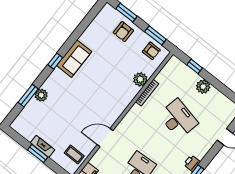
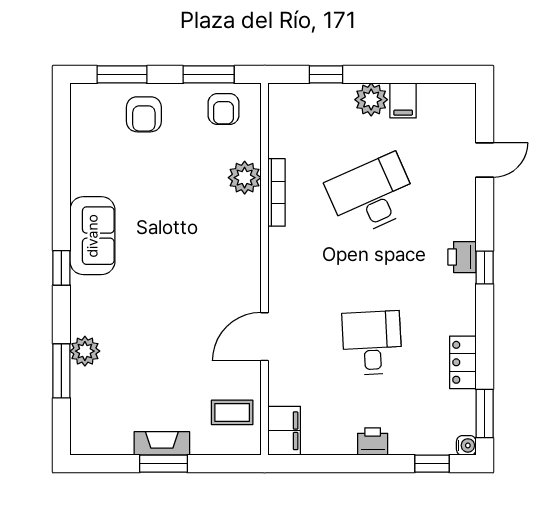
armchair: (151, 51) -> (223, 109), turned 90
filing cabinet: (214, 95) -> (403, 100), added
desk: (178, 119) -> (372, 195), turned -36

